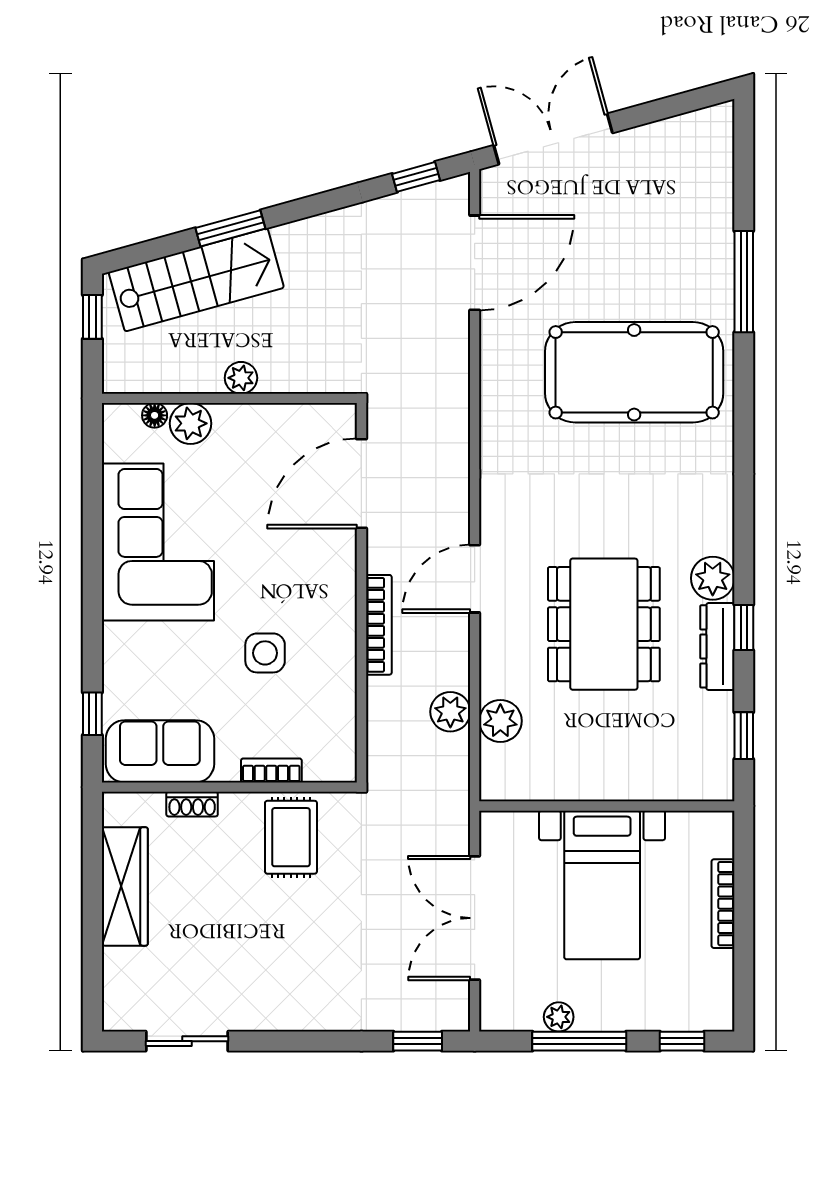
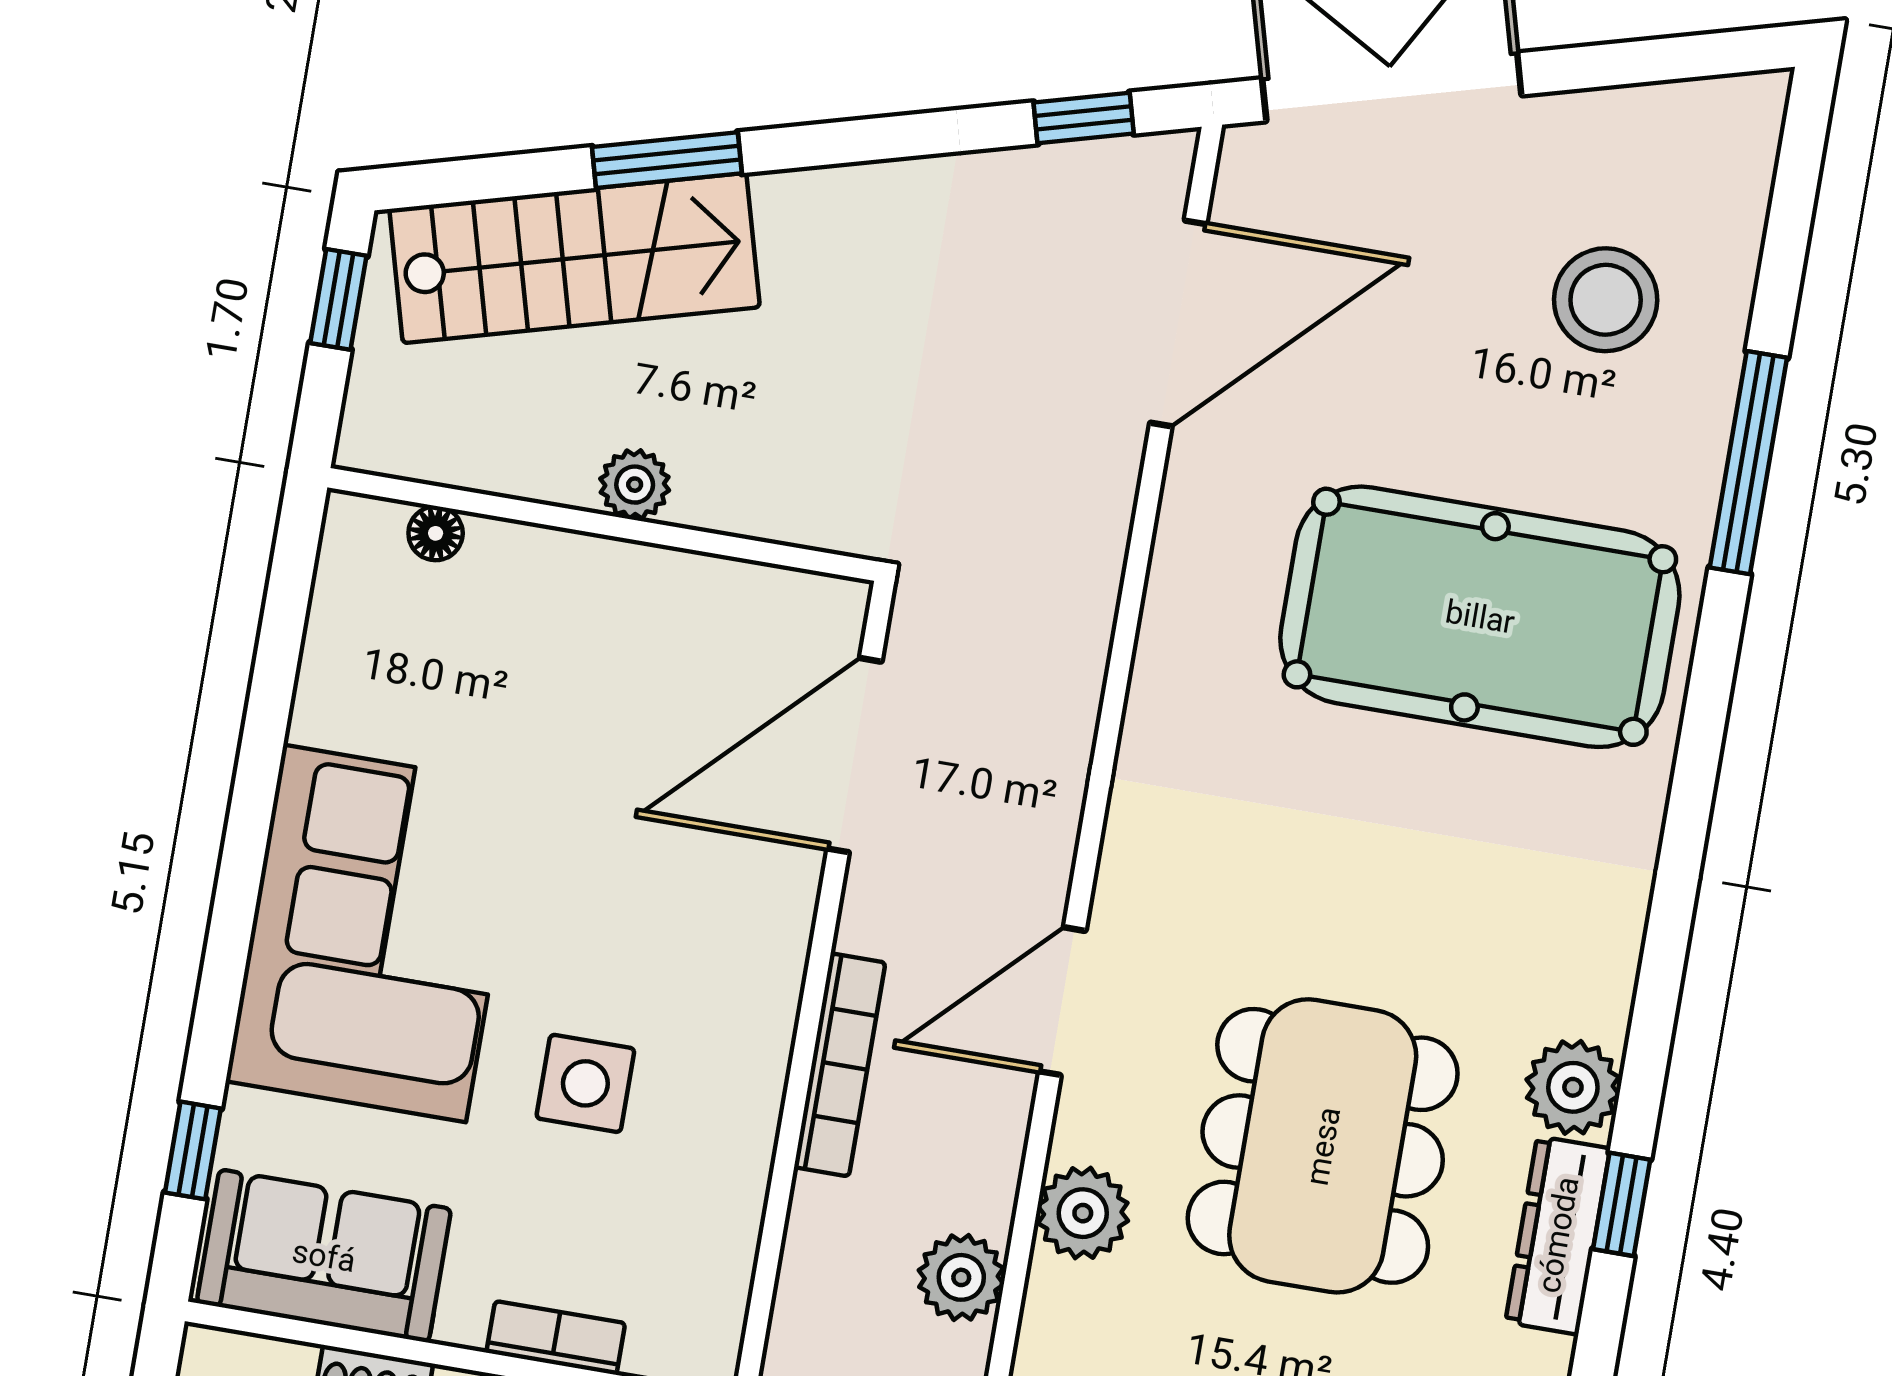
stool: (666, 219) -> (1606, 300), added
plant: (191, 423) -> (510, 564), removed
corner sofa: (158, 542) -> (375, 933), moved
plant: (500, 721) -> (1083, 1213), moved

